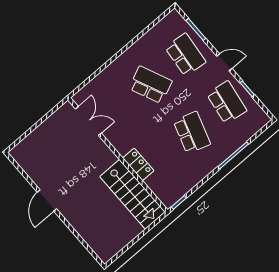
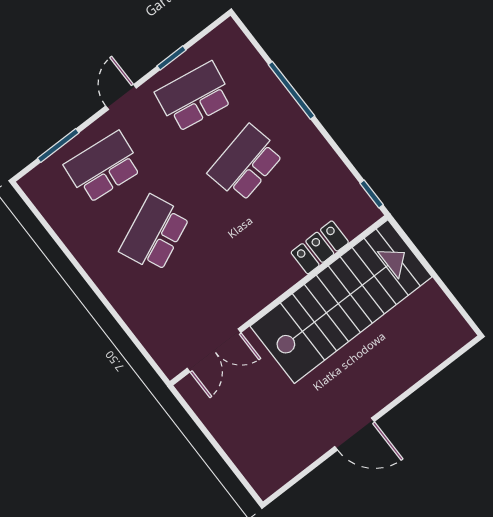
double door: (88, 121) -> (214, 350), swing flipped
school desk: (192, 133) -> (246, 163), turned -30
locker: (138, 164) -> (320, 247), moved
stairs: (132, 194) -> (341, 302), width x1.36, depth x1.51

